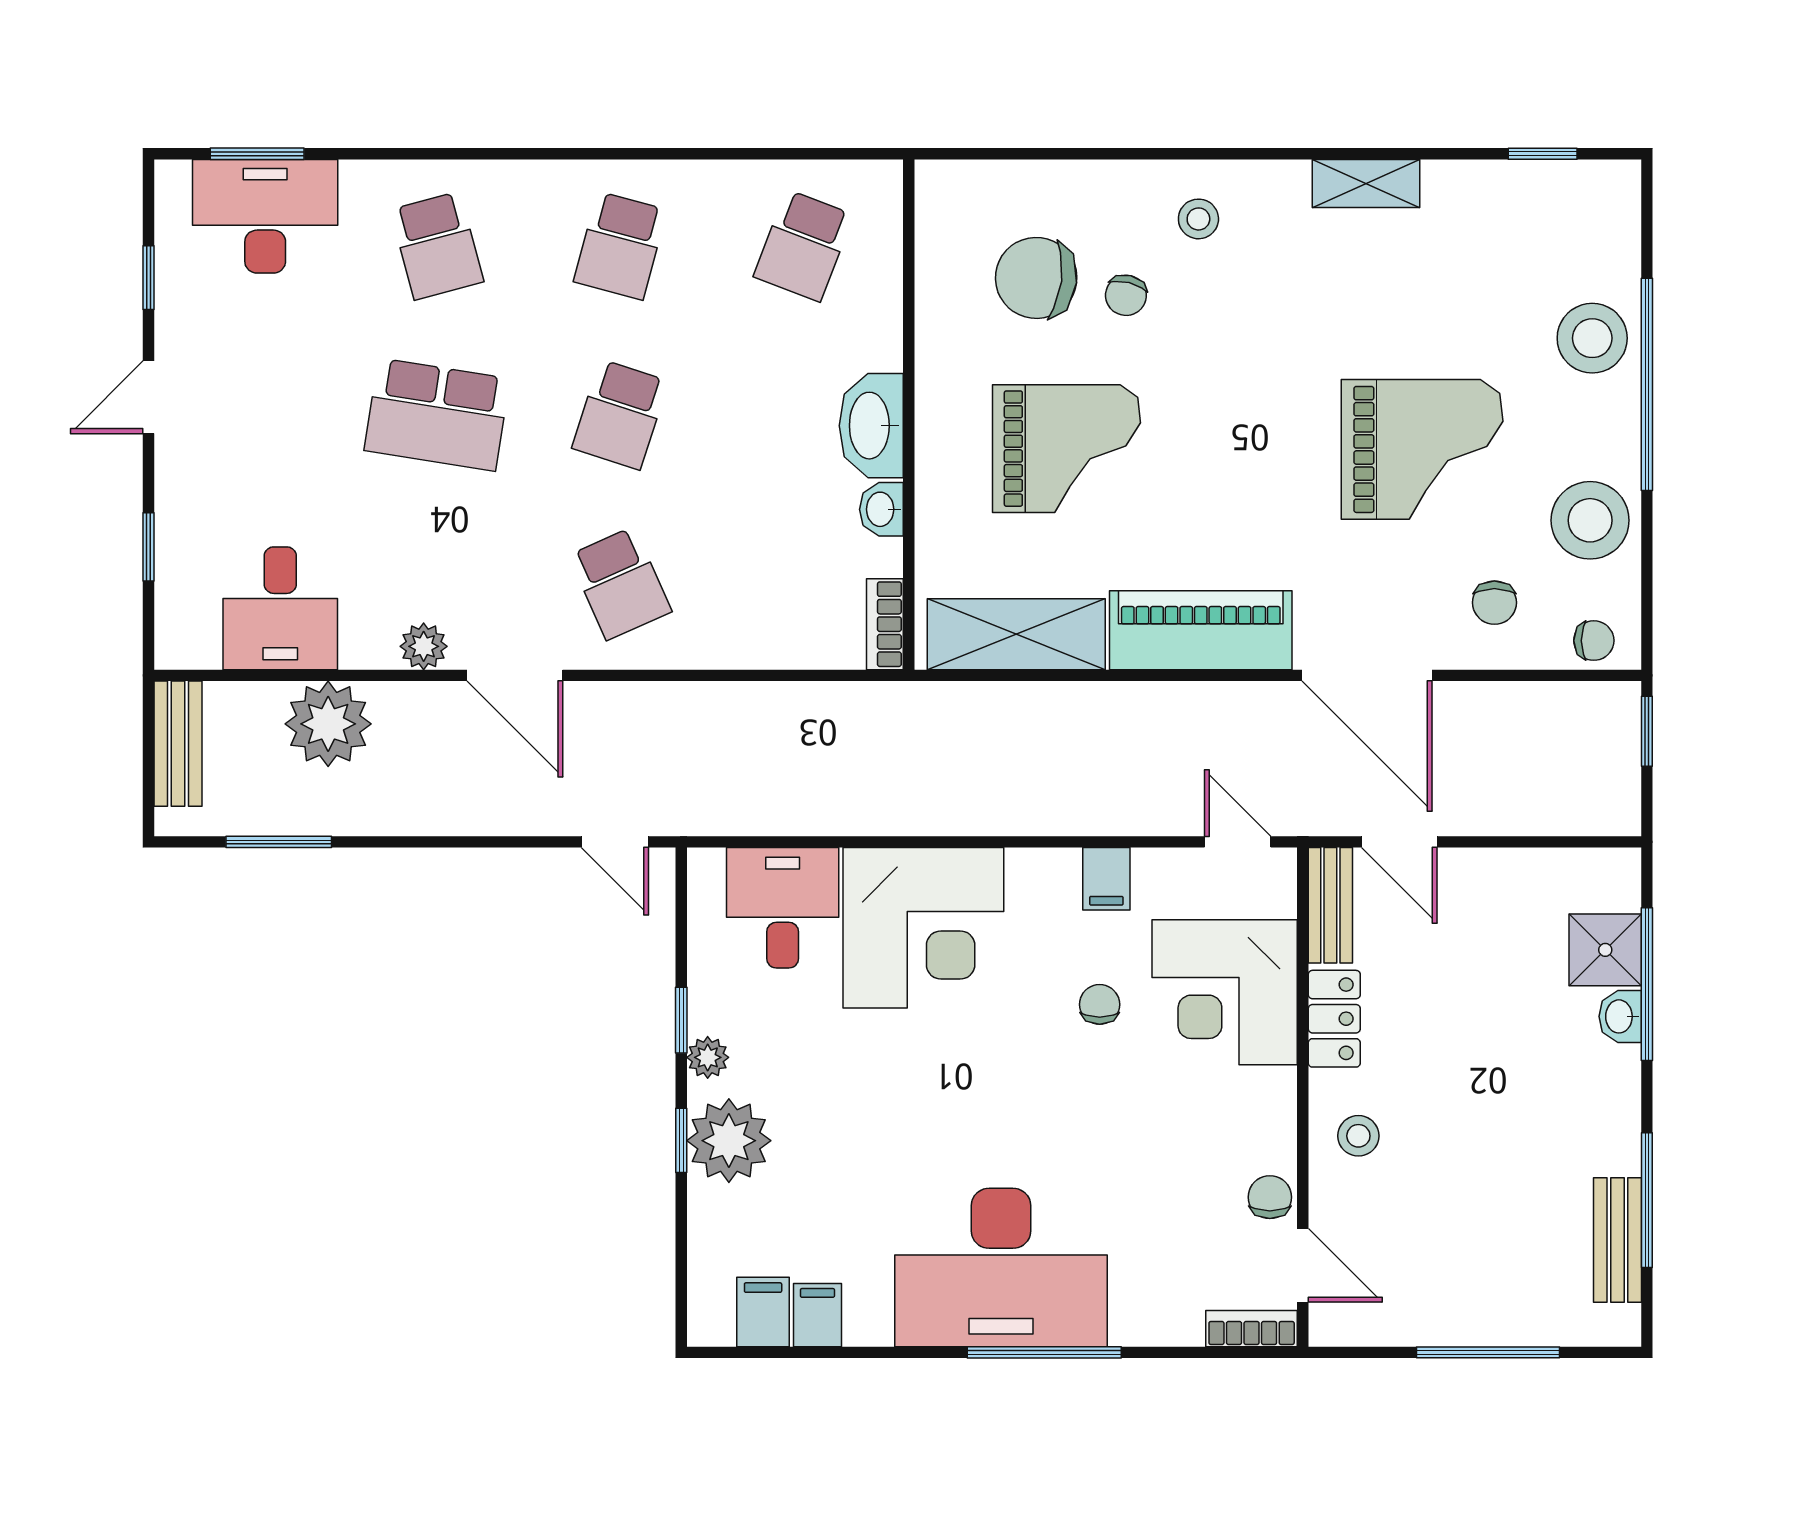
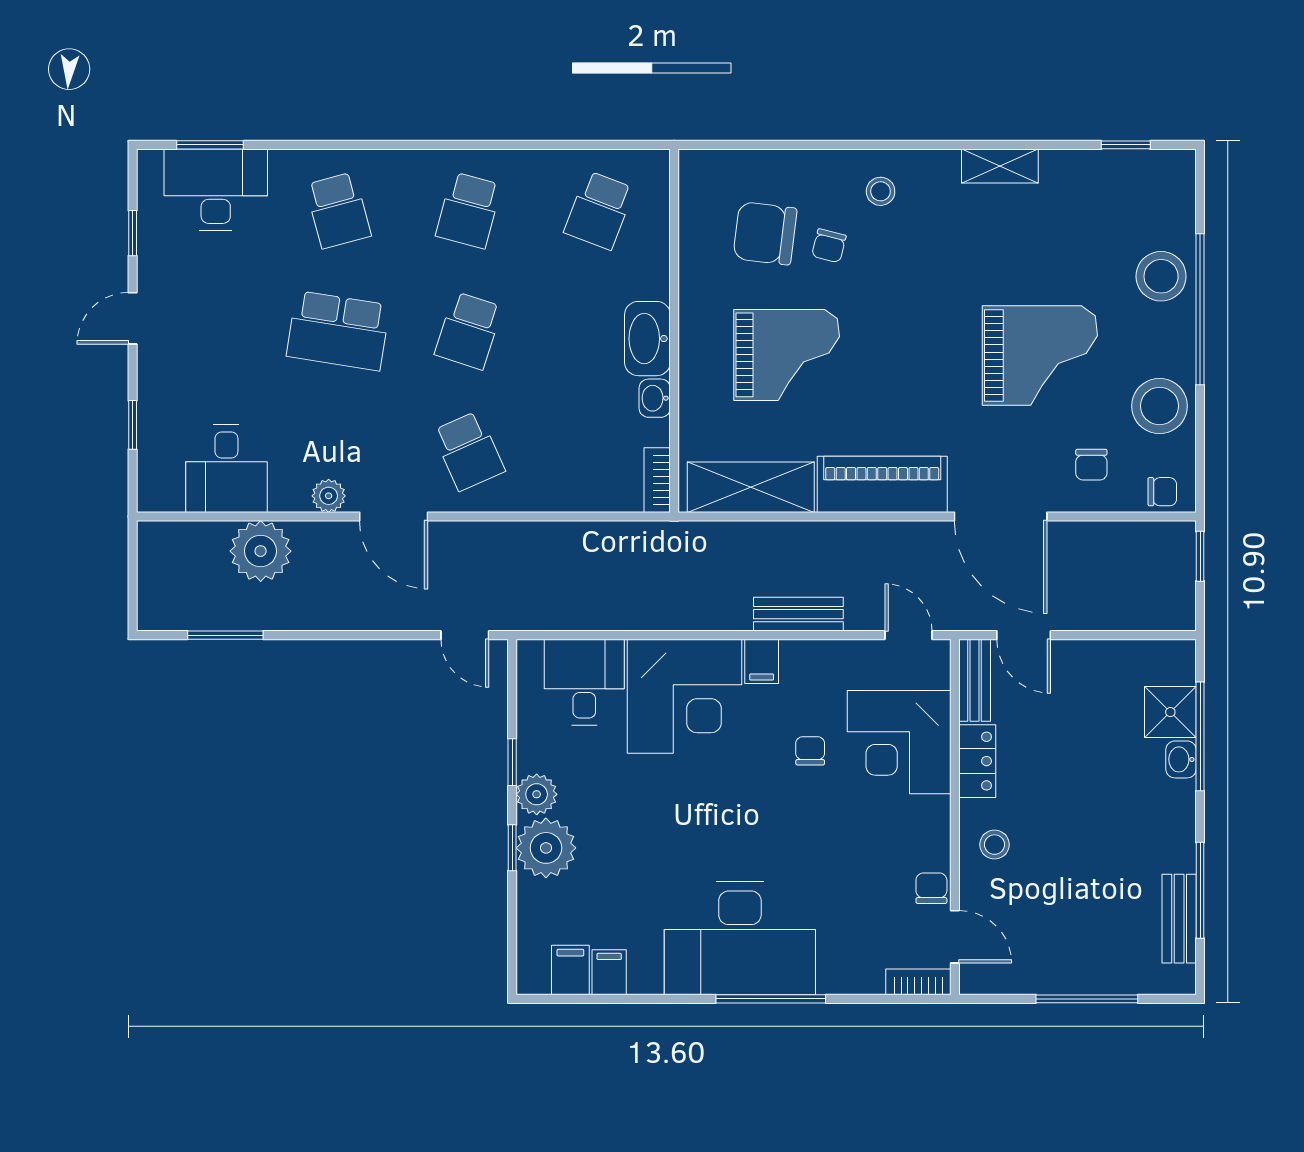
bench: (178, 744) -> (798, 614), moved, turned 90
filing cabinet: (1106, 879) -> (762, 661), moved
plant: (708, 1057) -> (537, 794), width x1.38, depth x1.38

